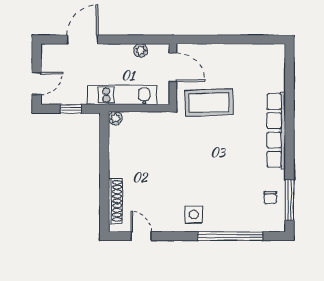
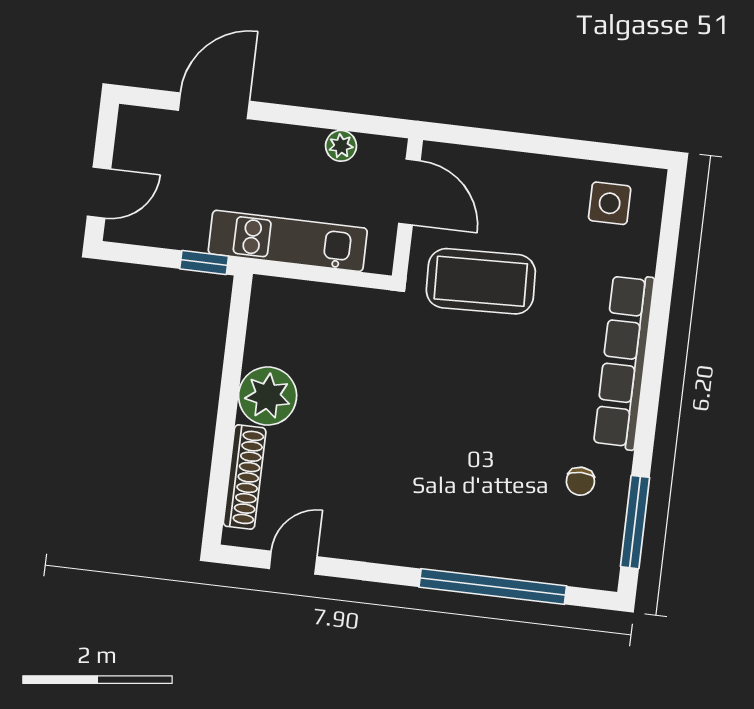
window: (71, 109) -> (204, 263), moved
plant: (115, 118) -> (268, 396), moved, width x1.88, depth x1.88
chair: (270, 198) -> (580, 481), moved
side table: (194, 215) -> (610, 203), moved
door: (141, 236) -> (293, 563), hinge flipped

